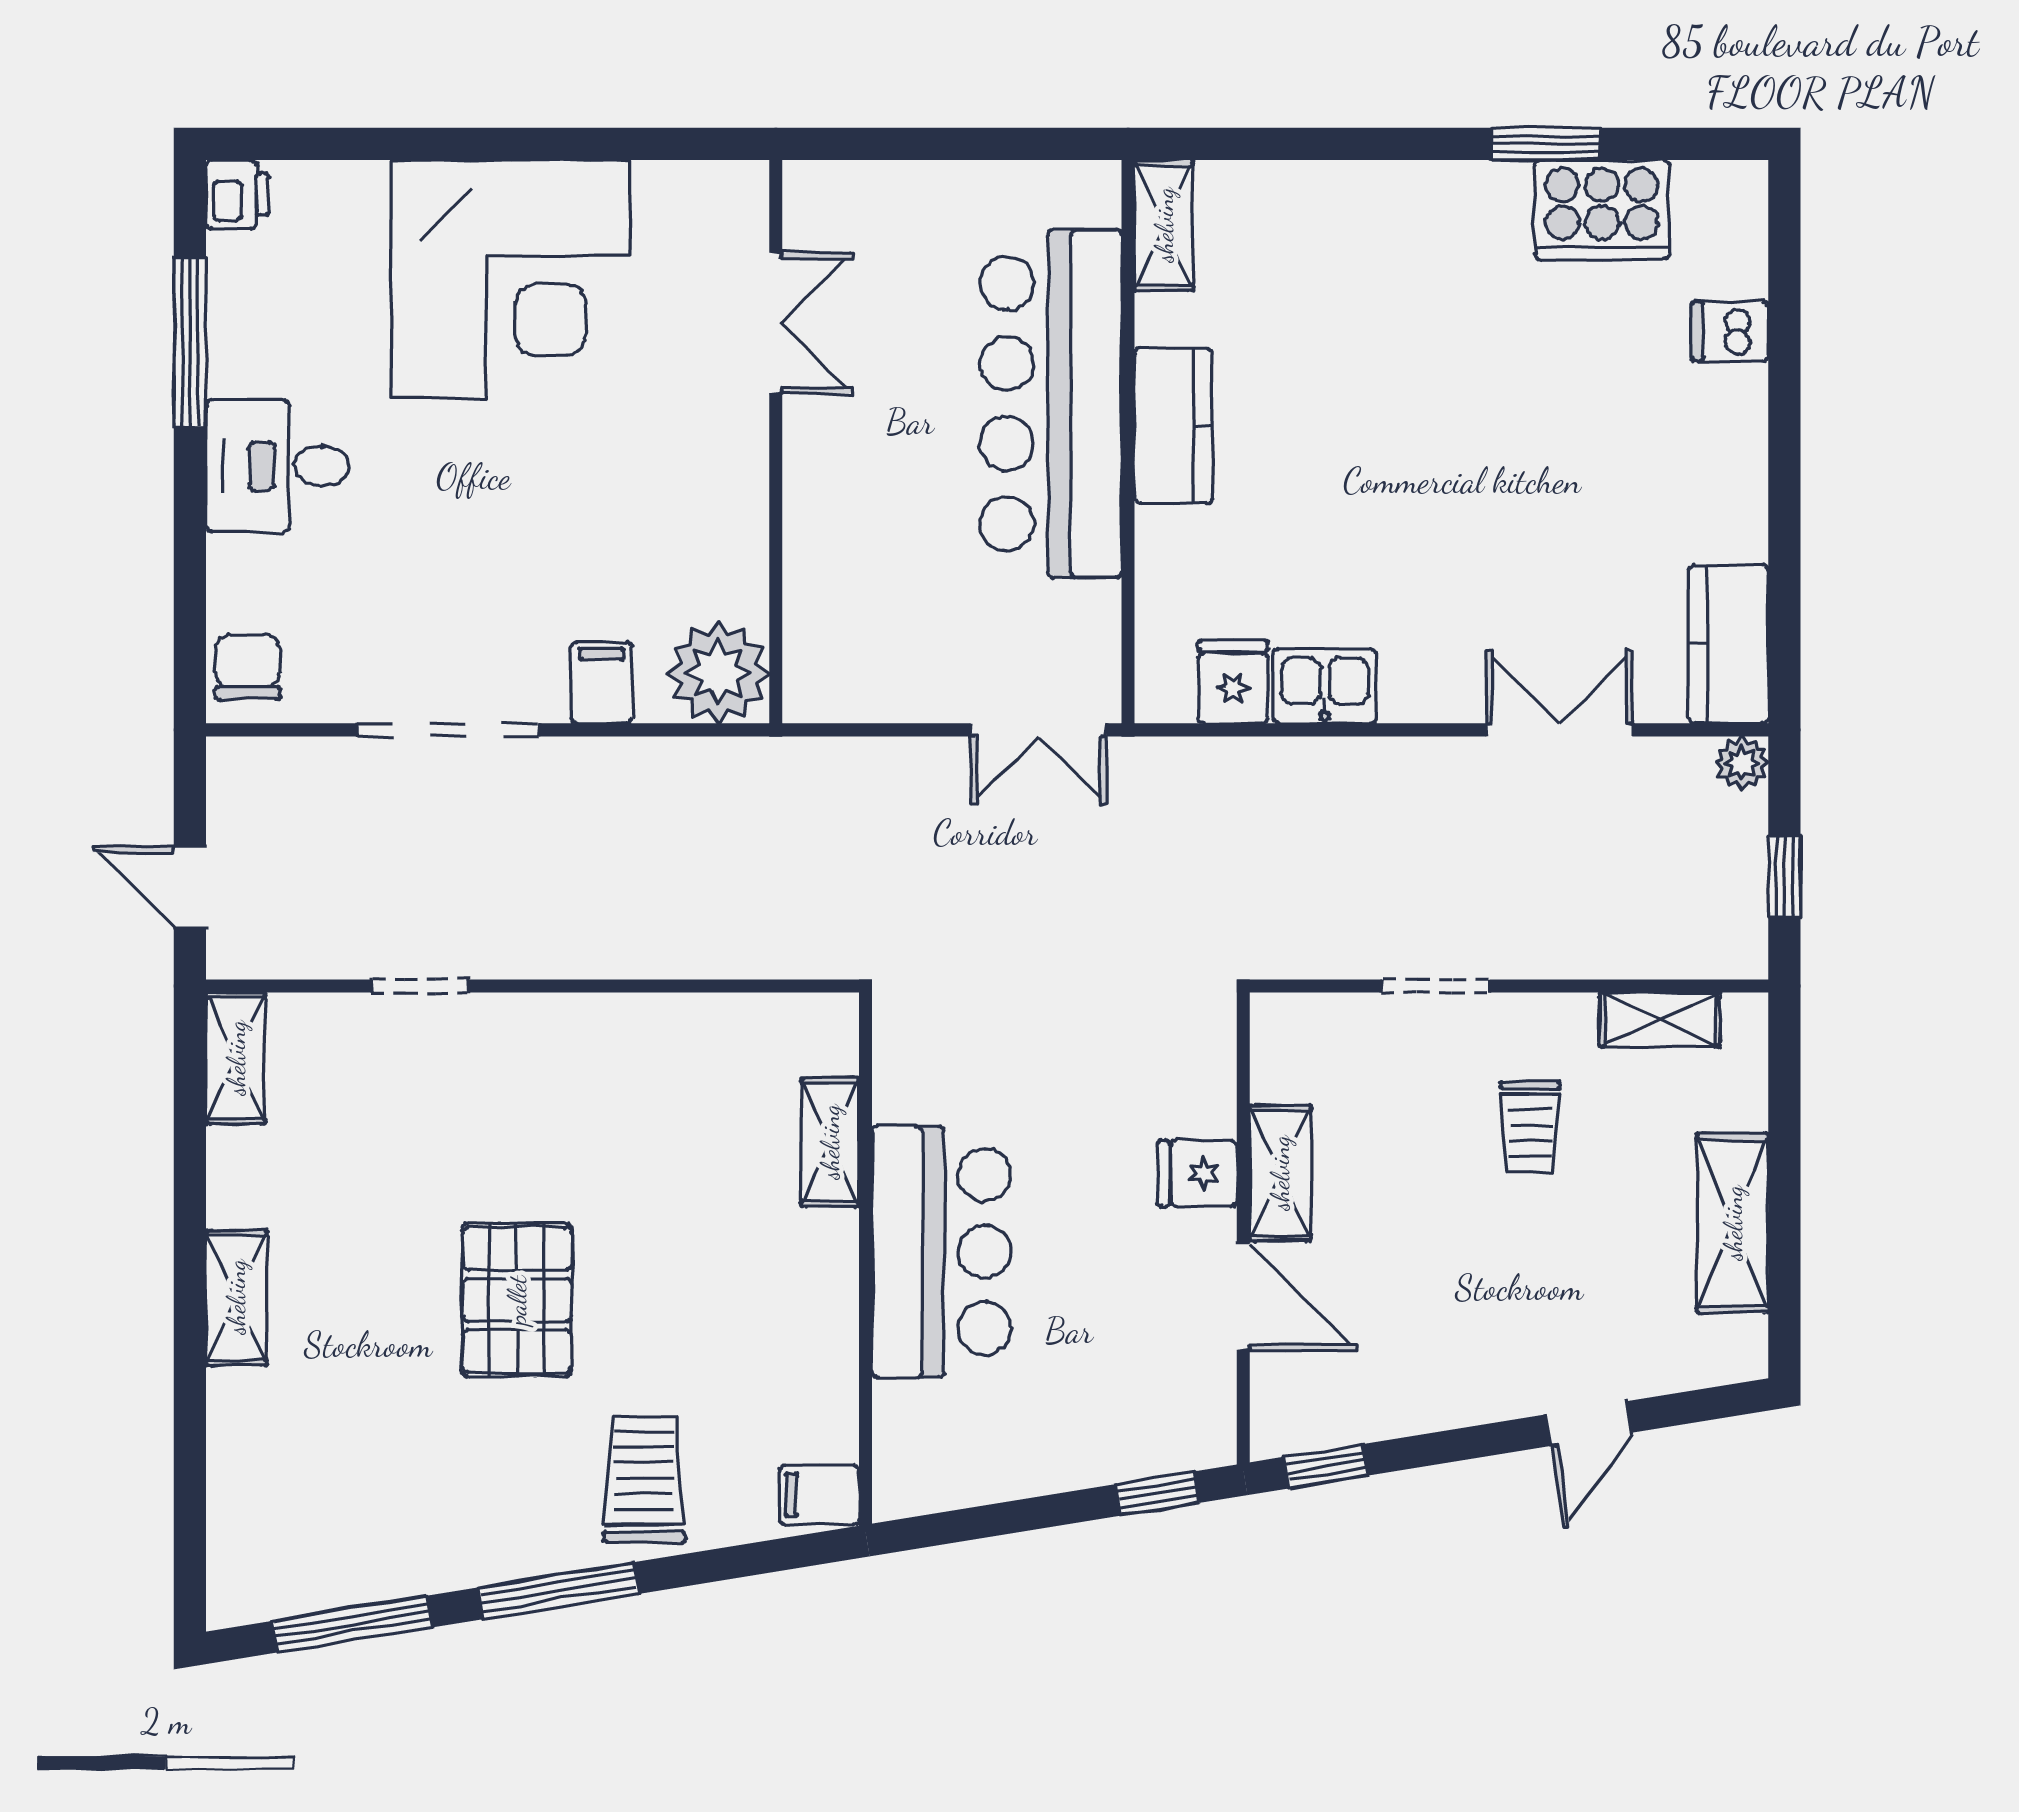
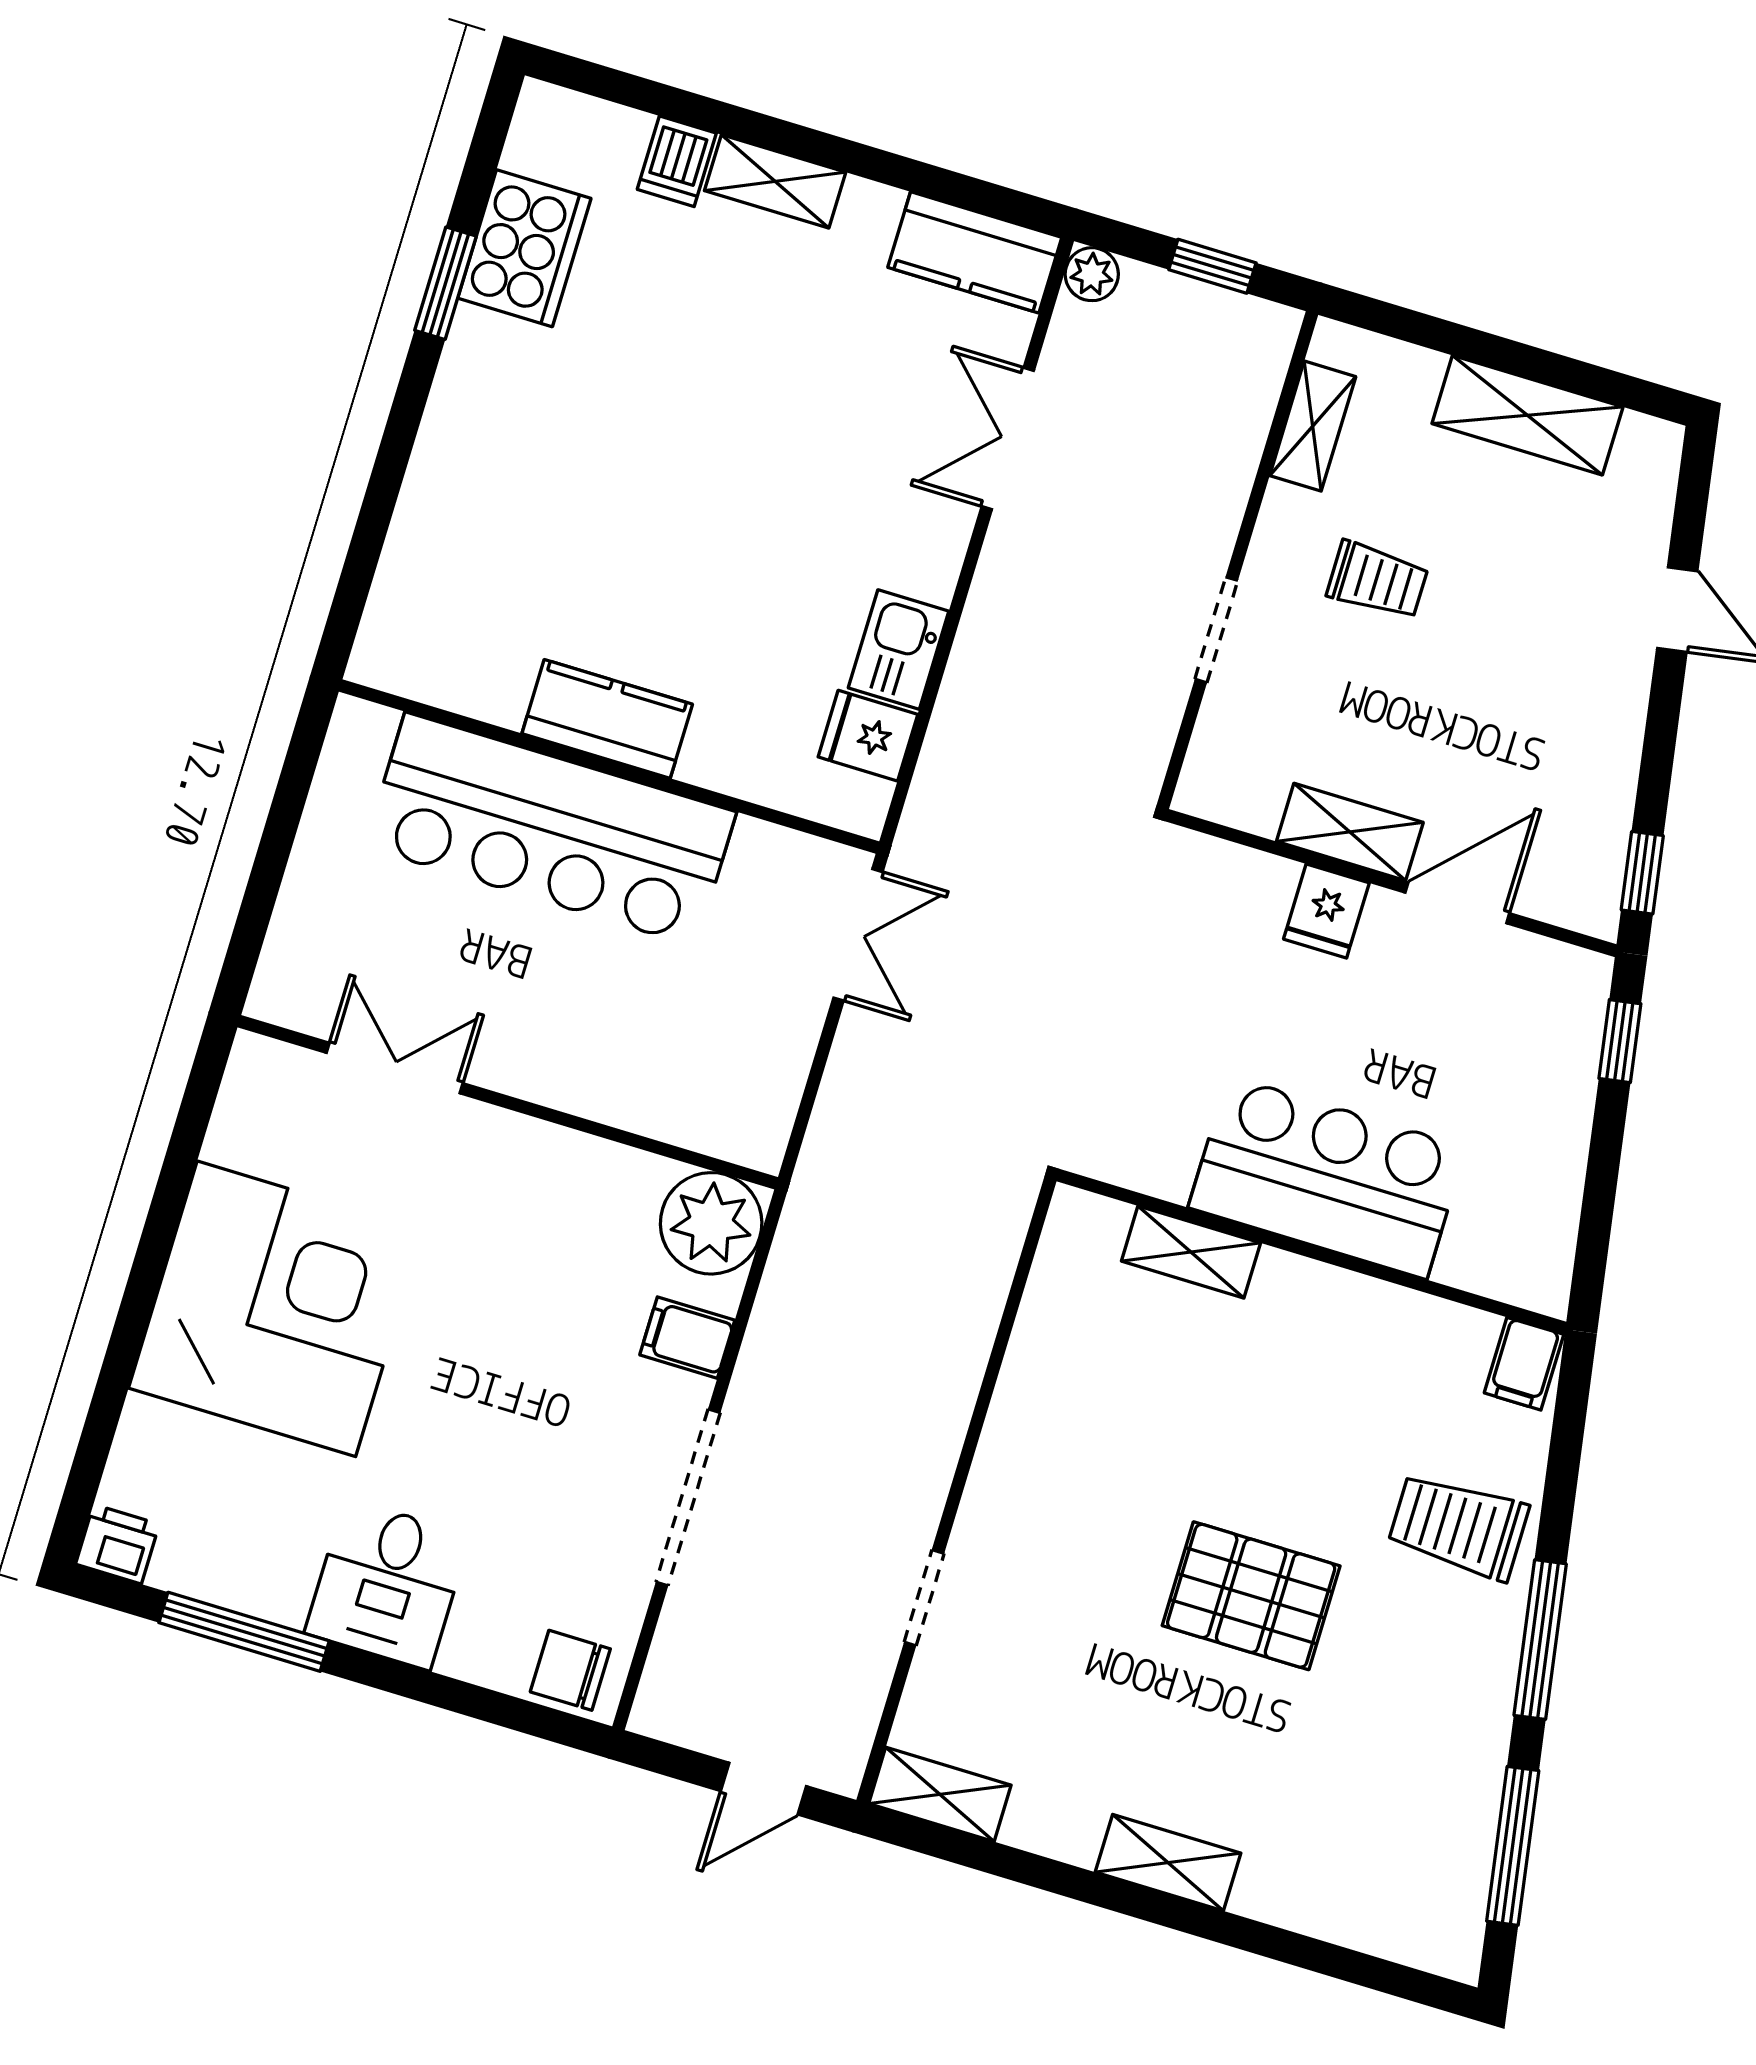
shelving: (1164, 225) -> (775, 181), moved

